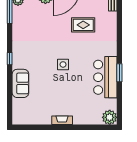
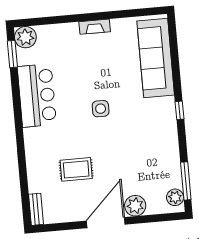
window: (119, 73) -> (12, 54), moved
sofa: (20, 83) -> (156, 58), width x1.85, depth x1.27

